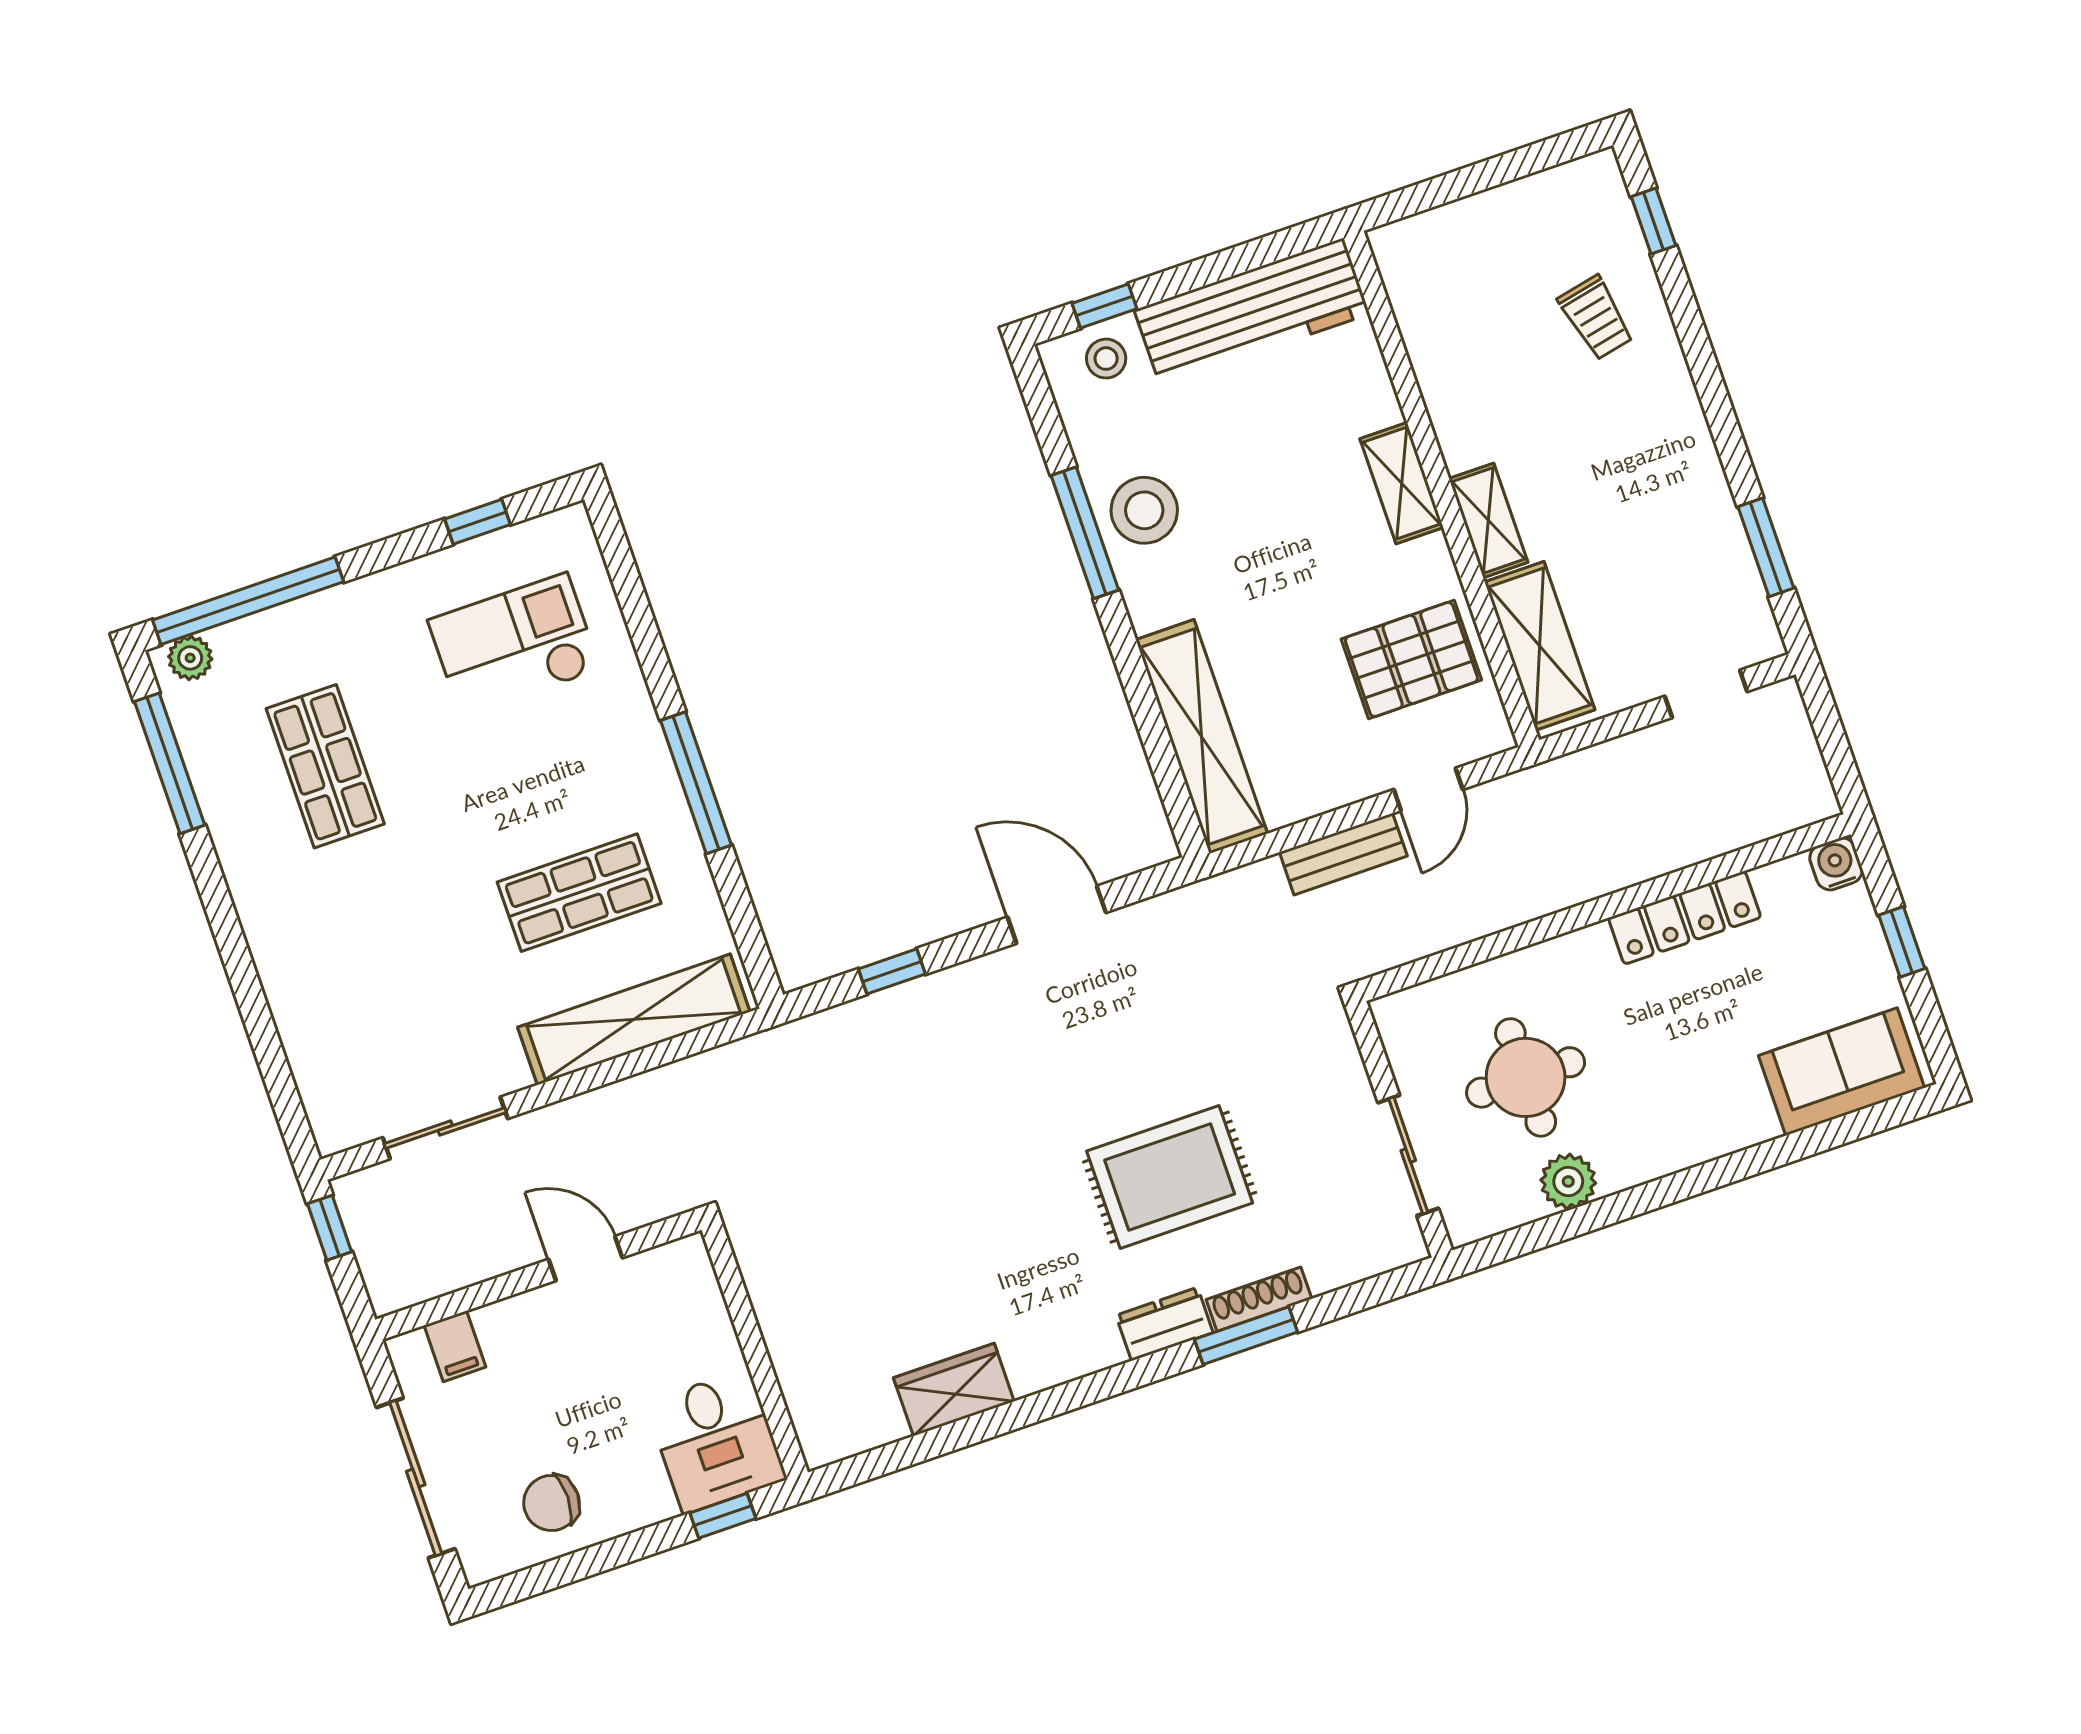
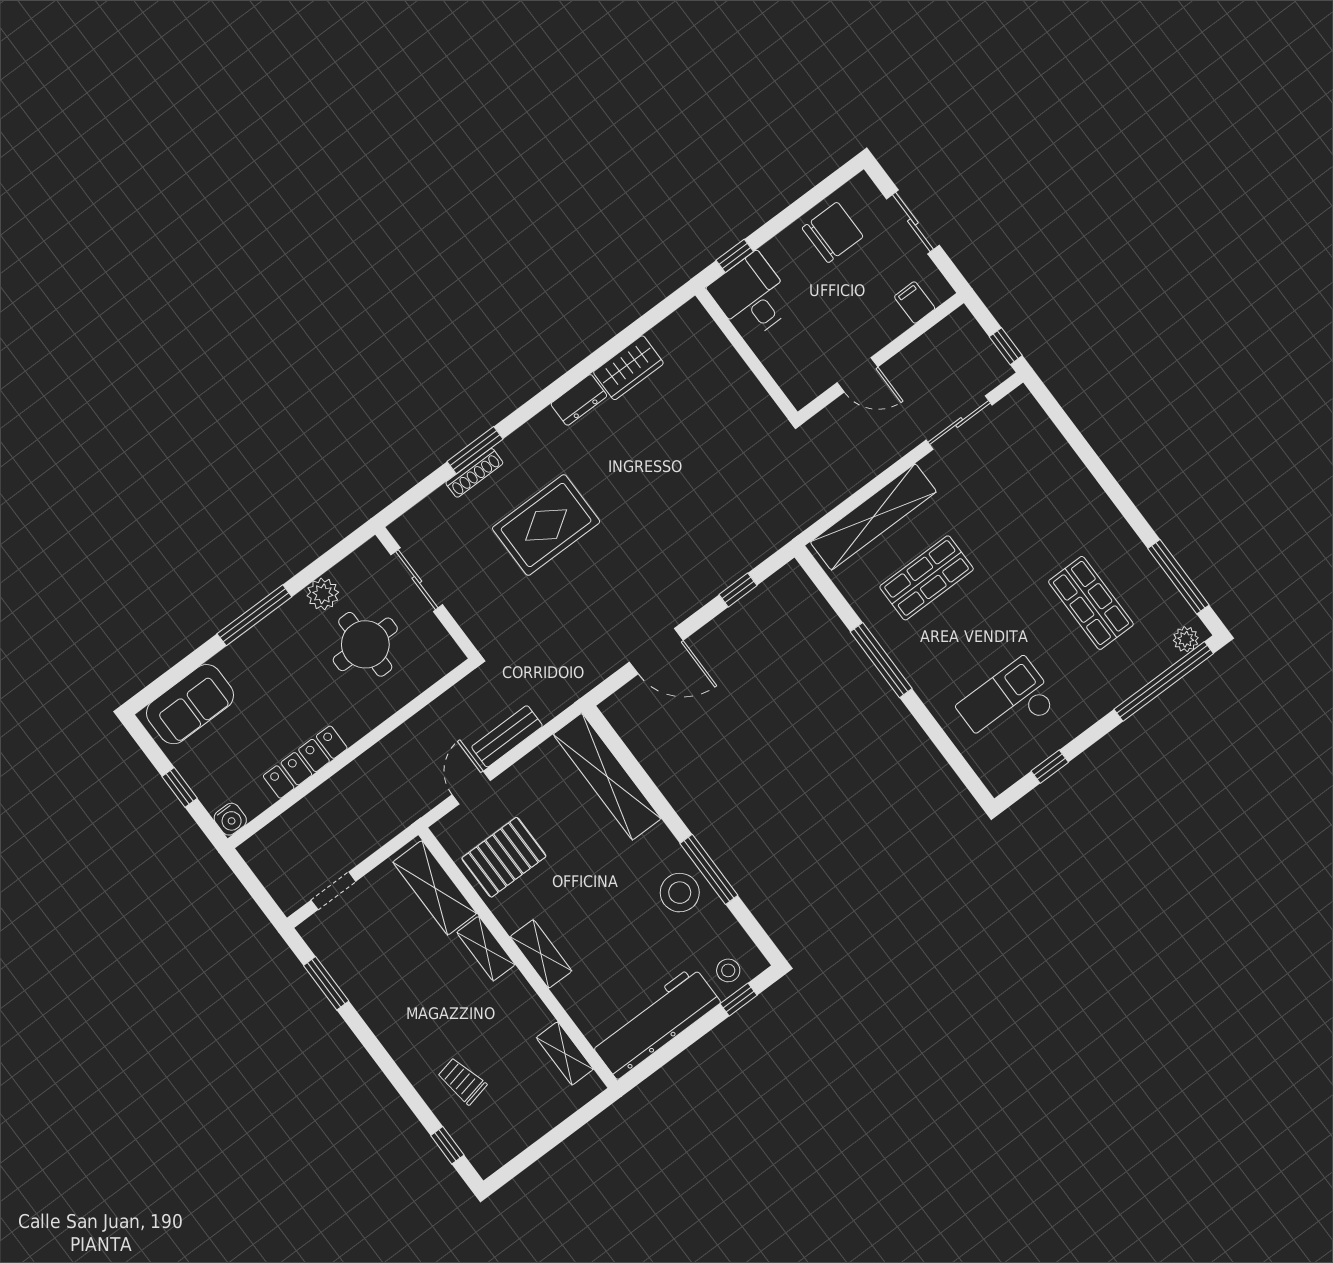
shelving: (1415, 309) -> (565, 1053), added
checkout: (514, 645) -> (1007, 704), turned 180
window: (1691, 1183) -> (254, 615), added
dresser: (1165, 1324) -> (579, 400), moved
sliding door: (416, 1478) -> (913, 222), width x0.73
chair: (551, 1503) -> (833, 232), width x1.37, depth x1.37

